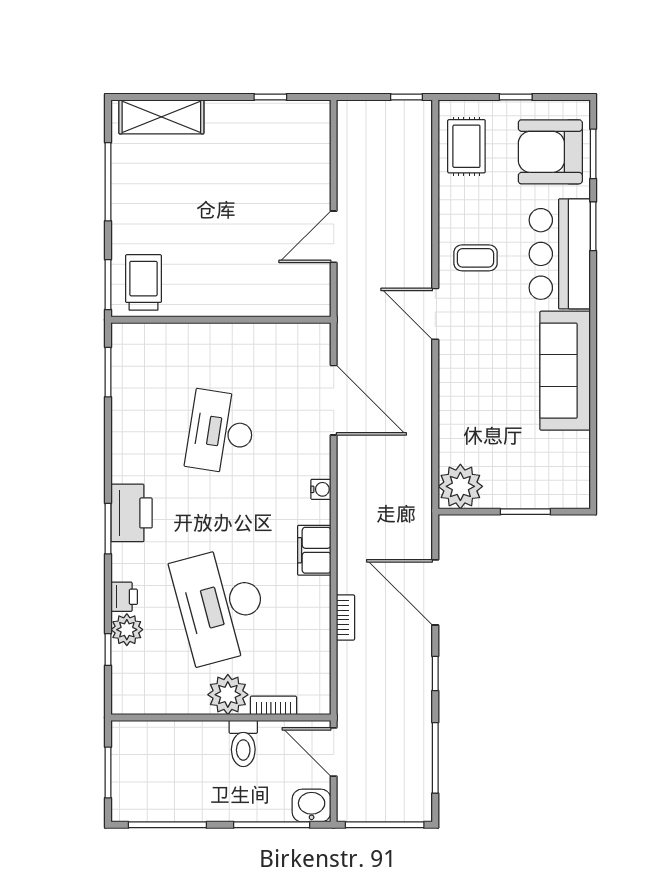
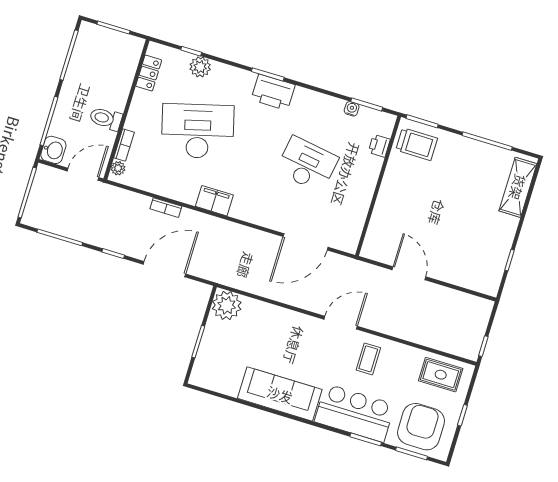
water cooler: (321, 489) -> (352, 109), moved, turned 180
printer: (124, 597) -> (379, 146), moved, turned 90
plant: (228, 695) -> (118, 168), moved, width x0.53, depth x0.53
locker: (158, 701) -> (149, 73), added

